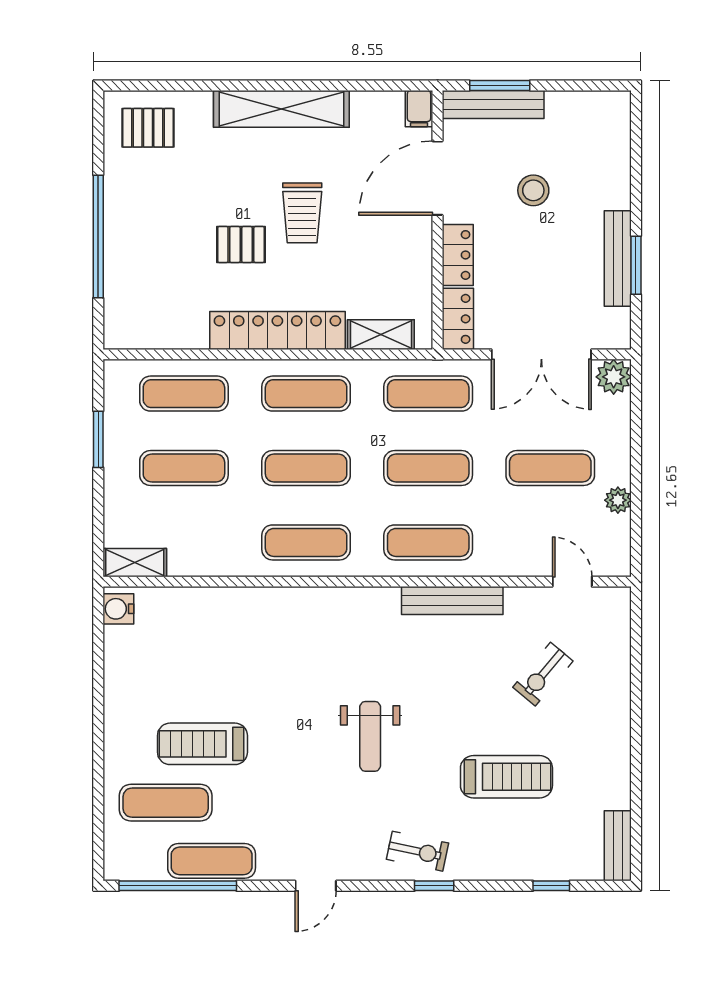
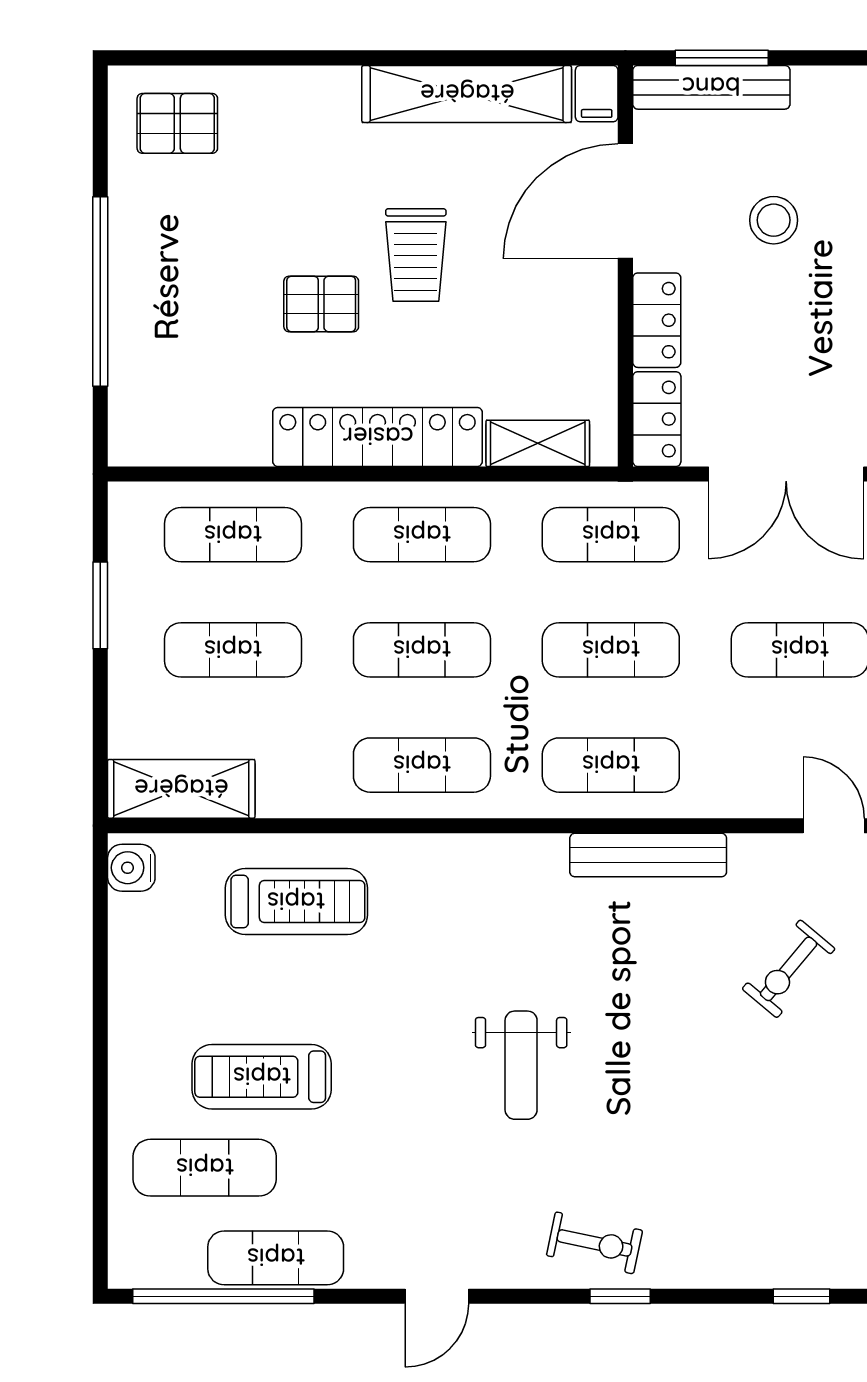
shelving: (281, 109) -> (467, 94), moved
shelving: (135, 563) -> (181, 789), width x1.50, depth x1.33
treadmill: (506, 777) -> (296, 902), moved

